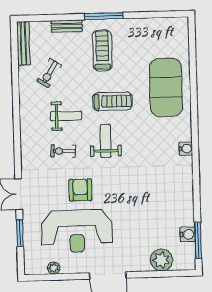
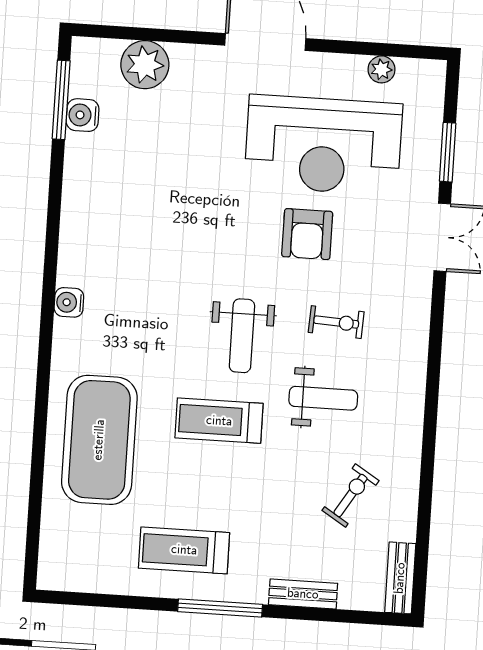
bench: (23, 43) -> (400, 578), width x0.73
treadmill: (102, 50) -> (184, 550), moved, turned 90
weight bench: (66, 116) -> (323, 398), turned 180
reception desk: (77, 231) -> (323, 145), turned 180

